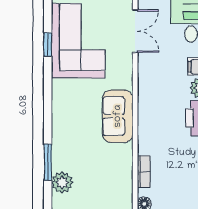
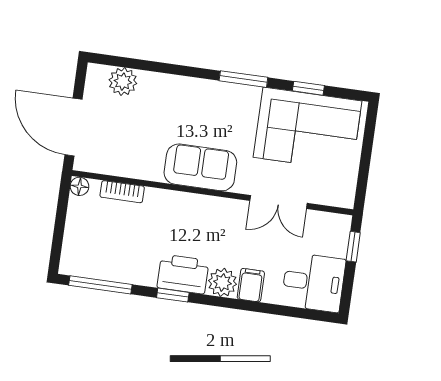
double door: (135, 31) -> (278, 202), moved
window: (48, 162) -> (243, 79), moved

